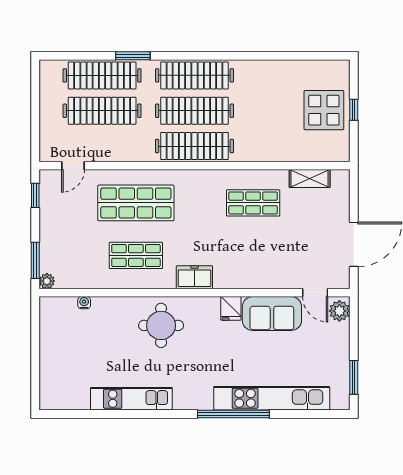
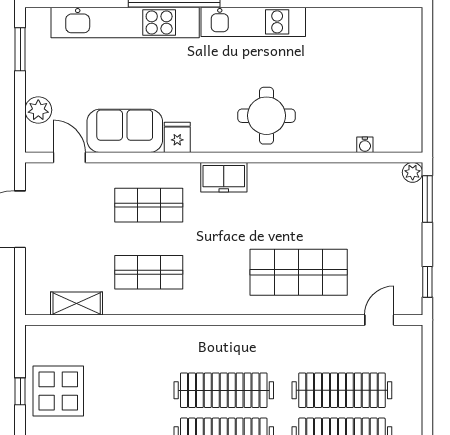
clothes rail: (194, 146) -> (224, 345), removed
shop shelf: (136, 255) -> (149, 205), moved
plant: (339, 311) -> (38, 110), moved
kitchen unit: (131, 399) -> (253, 22), moved

